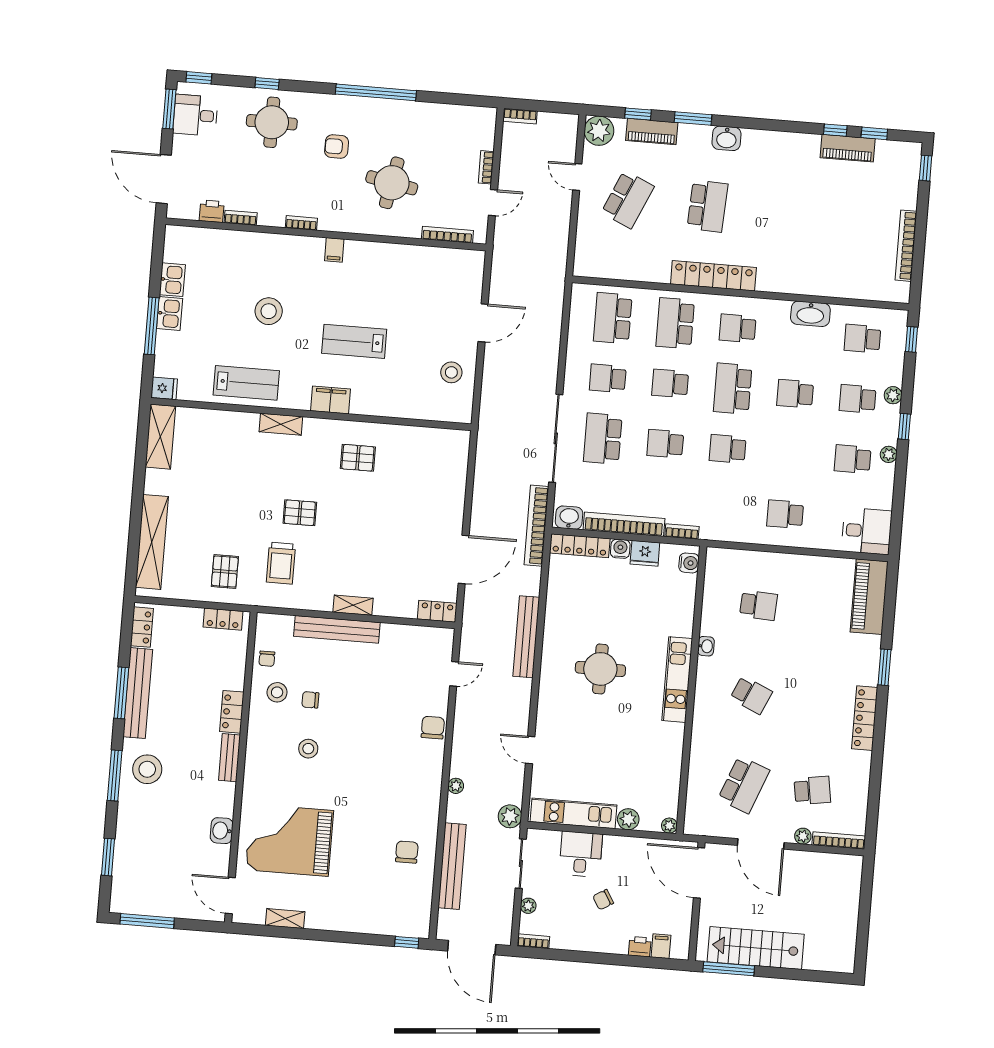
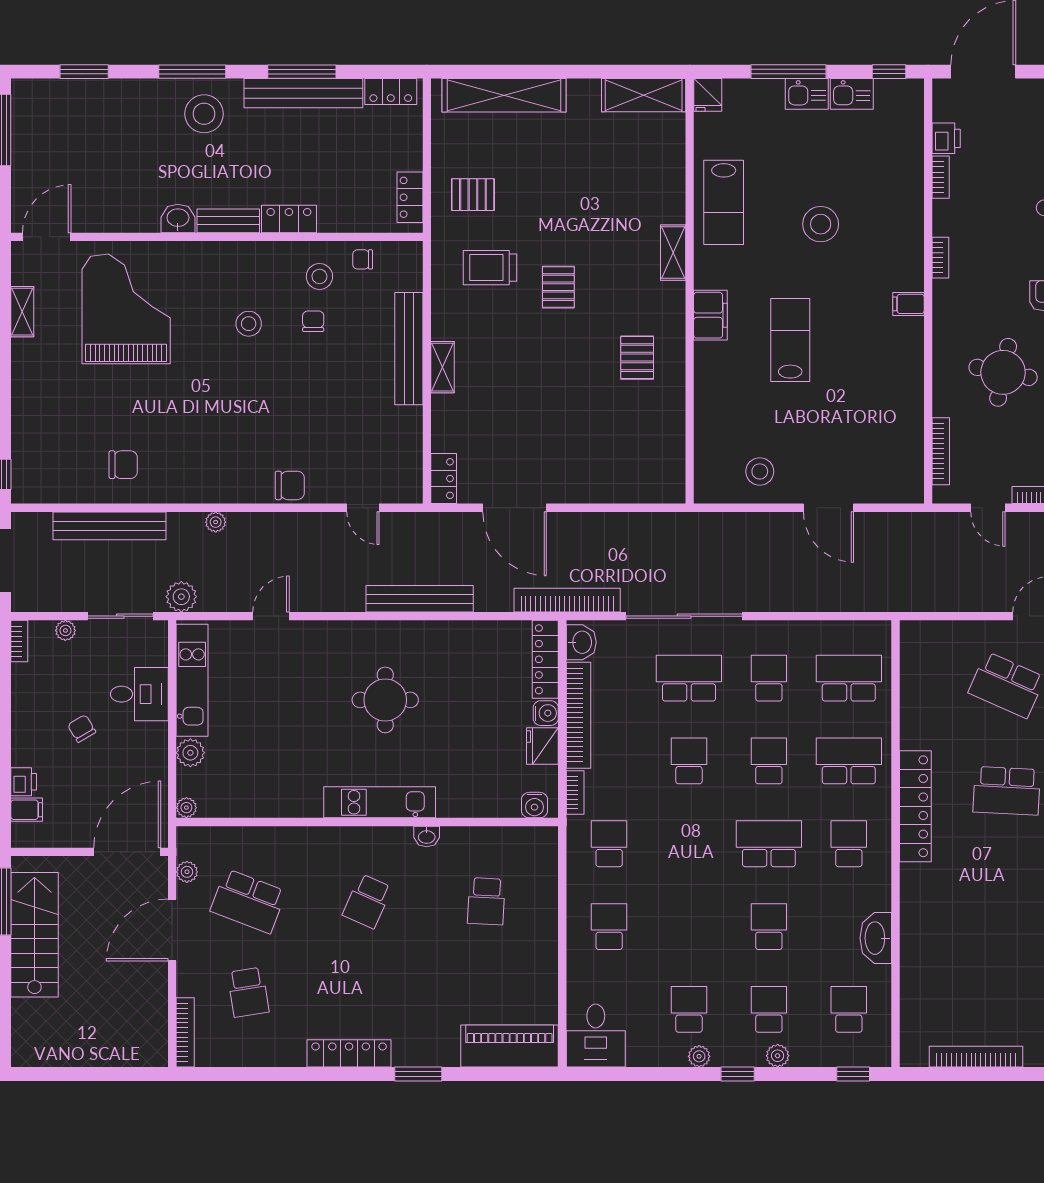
window: (158, 250) -> (889, 72), added
school desk: (728, 449) -> (609, 844), moved
washbasin: (222, 831) -> (178, 218), moved
plant: (803, 836) -> (187, 872), moved

